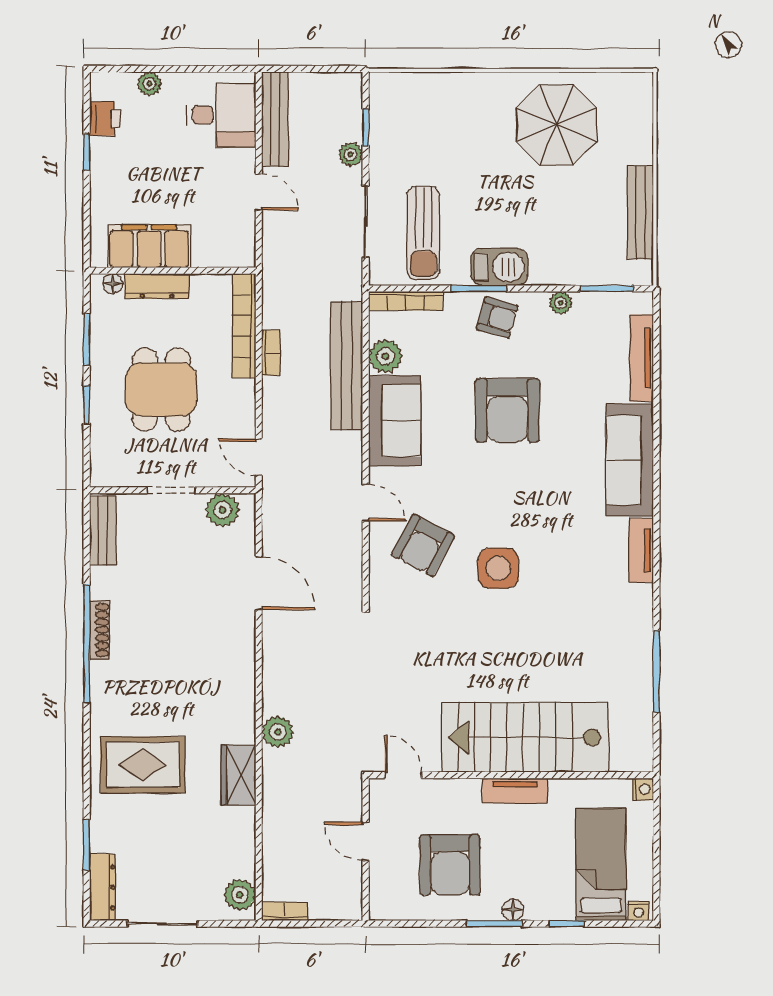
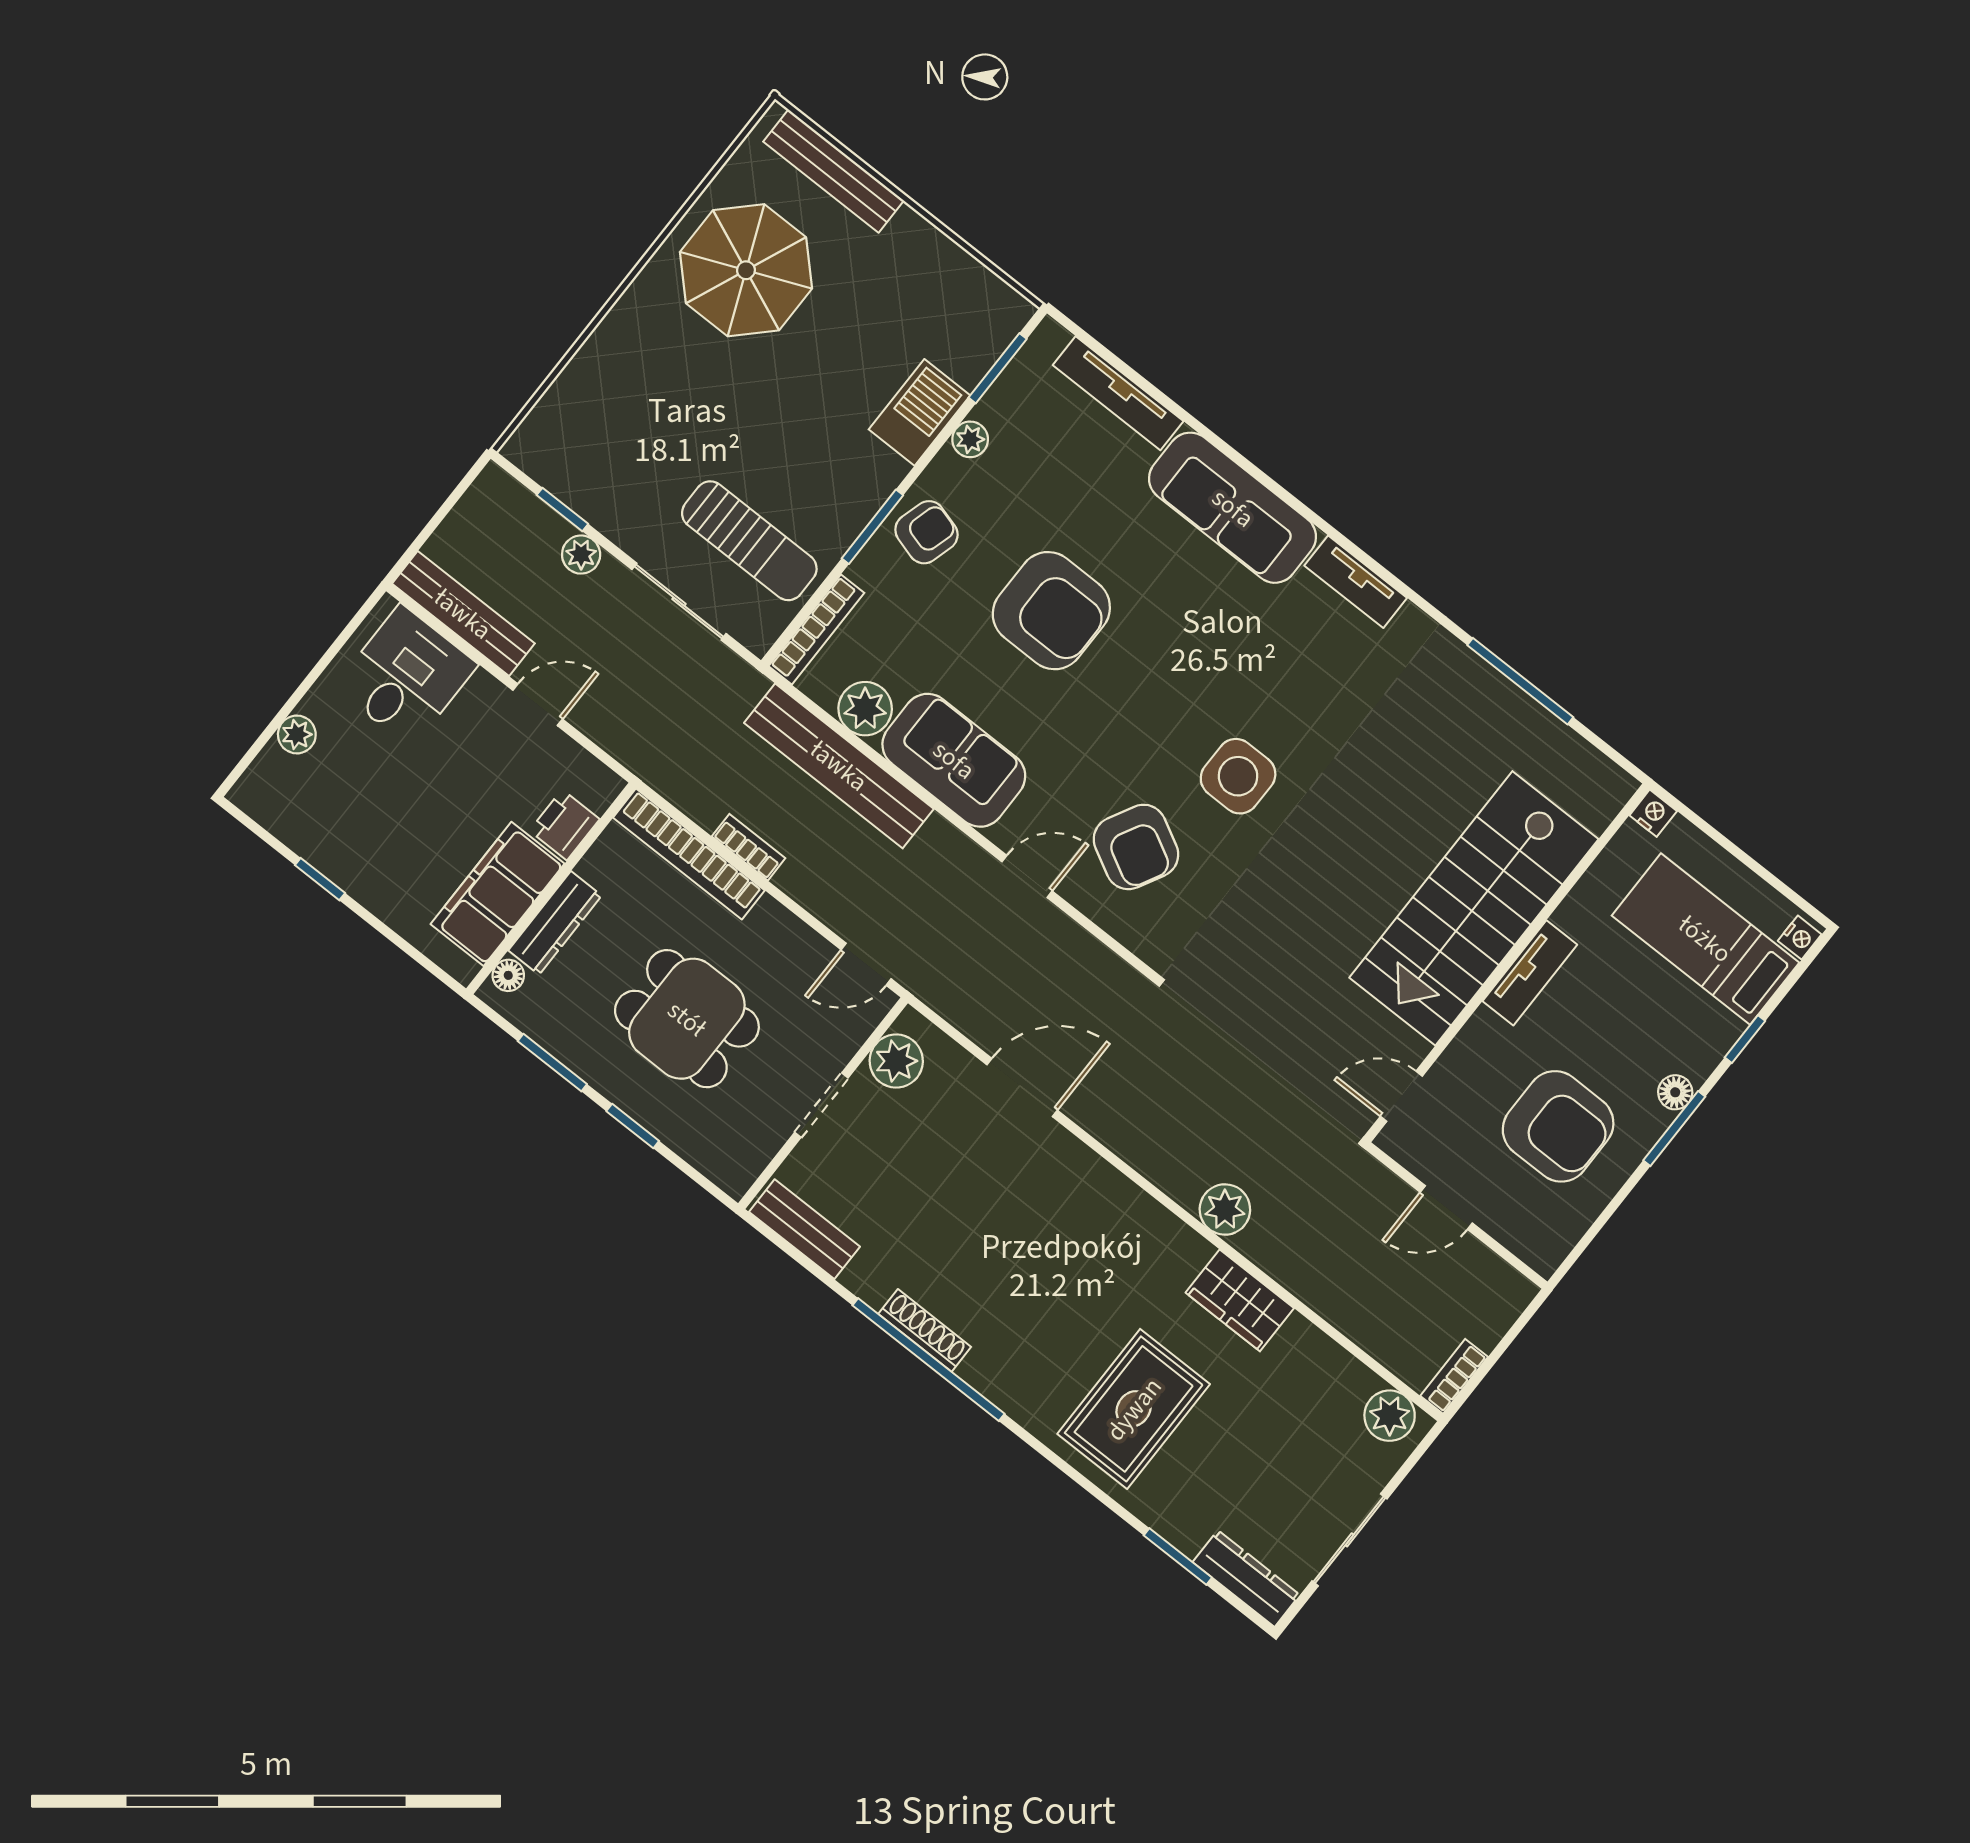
printer: (105, 119) -> (564, 825), moved, turned -90
bench: (640, 213) -> (834, 171), moved
barbecue: (499, 267) -> (919, 412), moved

